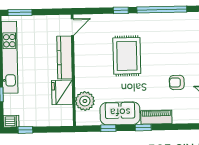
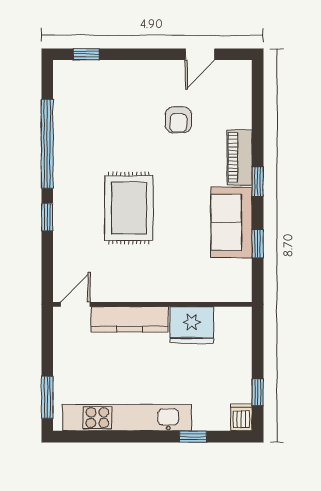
door: (72, 27) -> (75, 304), hinge flipped
rug: (127, 56) -> (129, 208), turned 90
plant: (85, 101) -> (208, 285), removed

